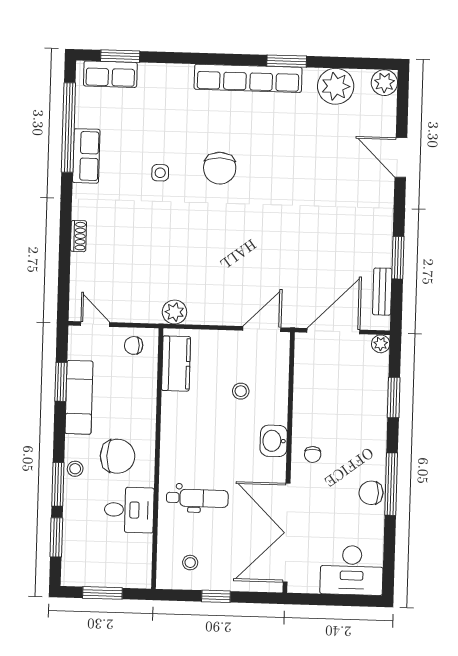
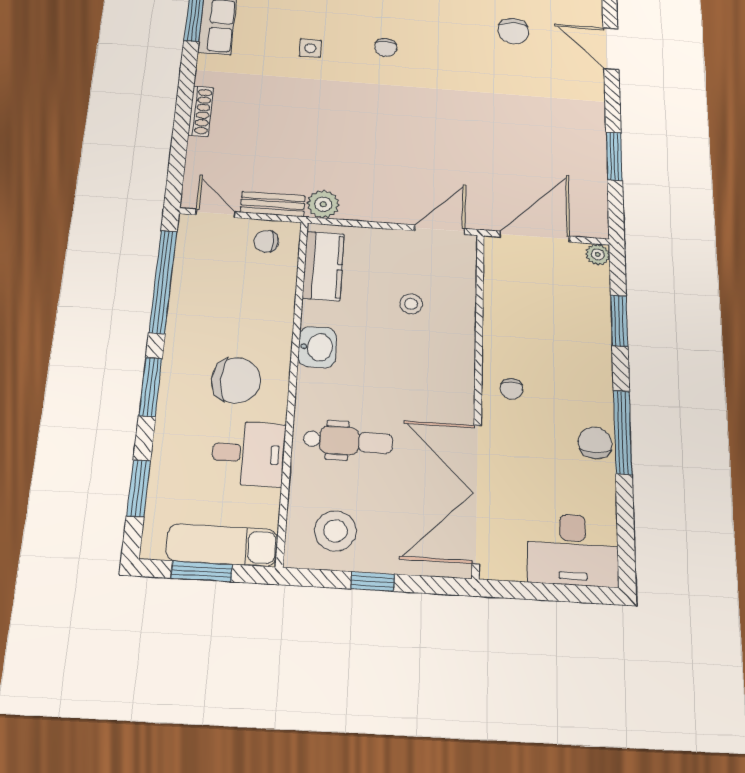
chair: (322, 146) -> (513, 31), added
chair: (220, 168) -> (386, 47), width x0.54, depth x0.54
shoe rack: (78, 236) -> (201, 111), width x1.43
bench: (382, 292) -> (273, 204), moved, turned 90
window: (61, 382) -> (163, 282), width x2.11
exam couch: (79, 397) -> (222, 545), moved, turned -90
washbasin: (274, 441) -> (317, 347), moved, turned 180
stool: (75, 469) -> (174, 395), removed
window: (58, 484) -> (150, 387), moved
chair: (371, 493) -> (595, 443), turned 90
stool: (190, 563) -> (335, 531), width x1.89, depth x1.89

